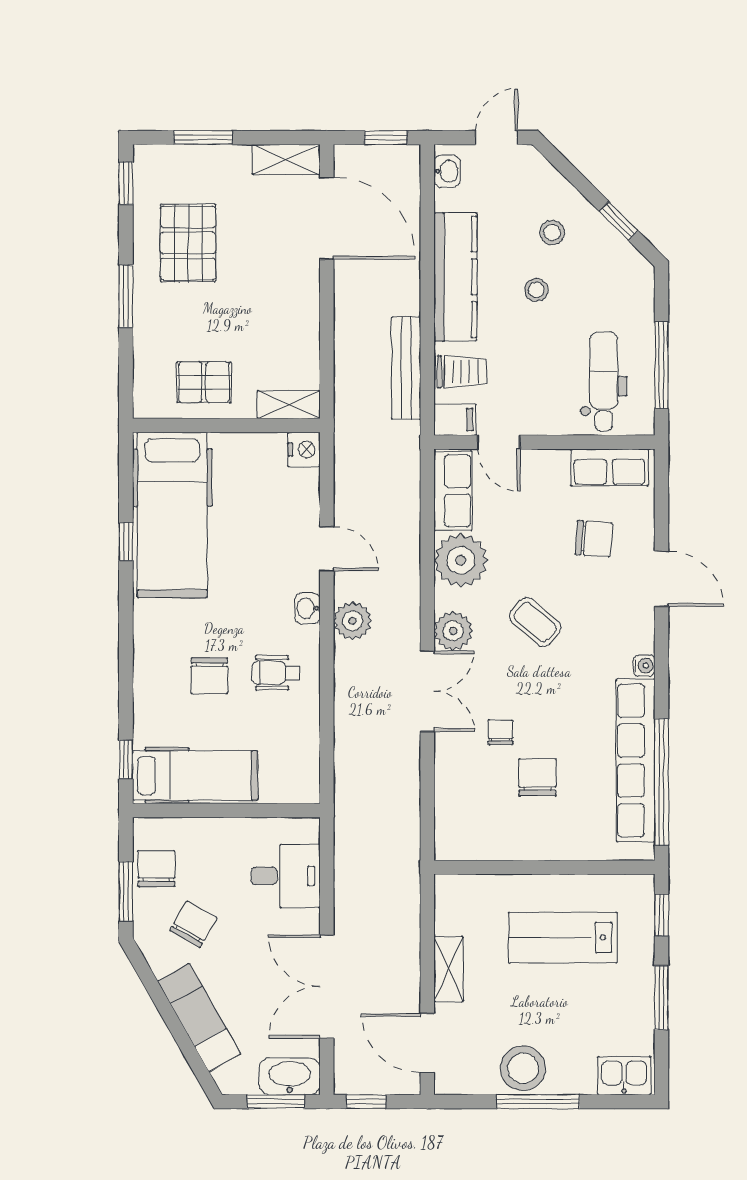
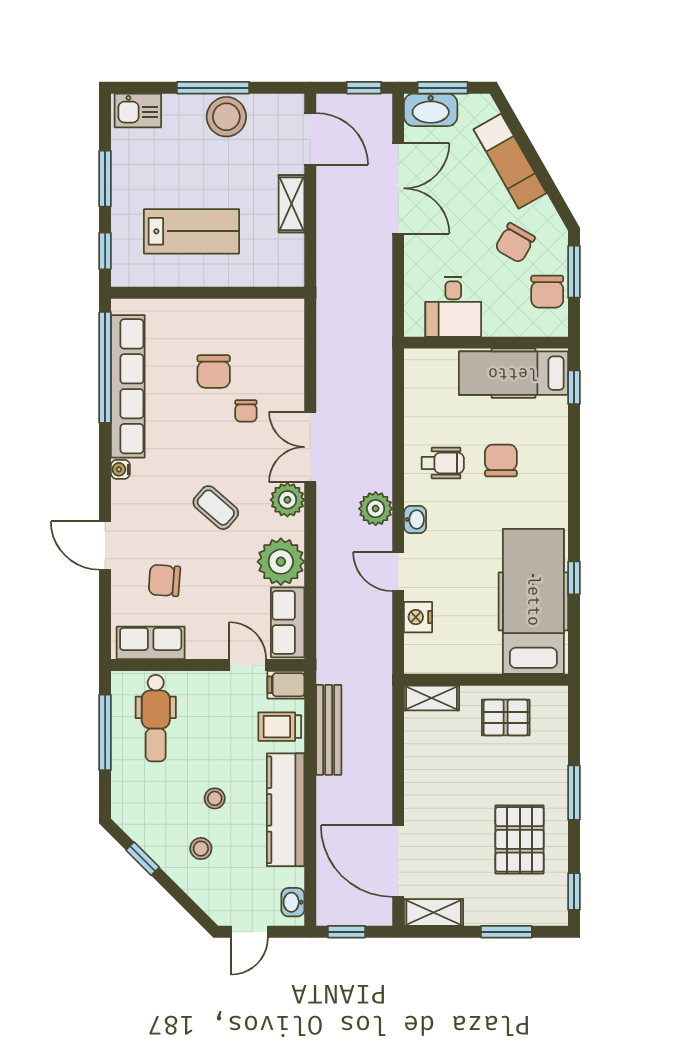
nightstand: (304, 450) -> (418, 617), moved
desk: (286, 876) -> (453, 307), moved, turned -90

